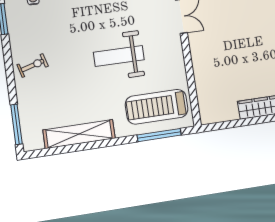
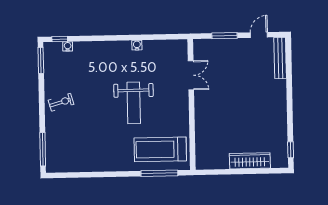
weight bench: (119, 56) -> (134, 103), turned -90
shelving: (79, 134) -> (93, 164), removed

